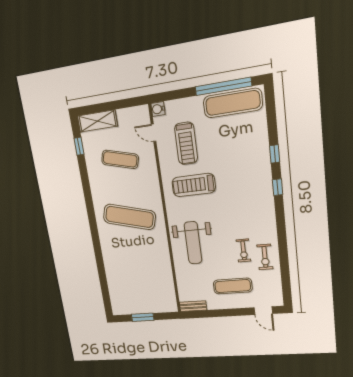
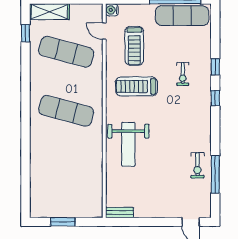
exercise mat: (120, 159) -> (66, 52), width x1.36, depth x1.45
exercise bike: (243, 250) -> (183, 74), moved
window: (284, 264) -> (215, 174), added
exercise mat: (233, 286) -> (163, 193), removed

